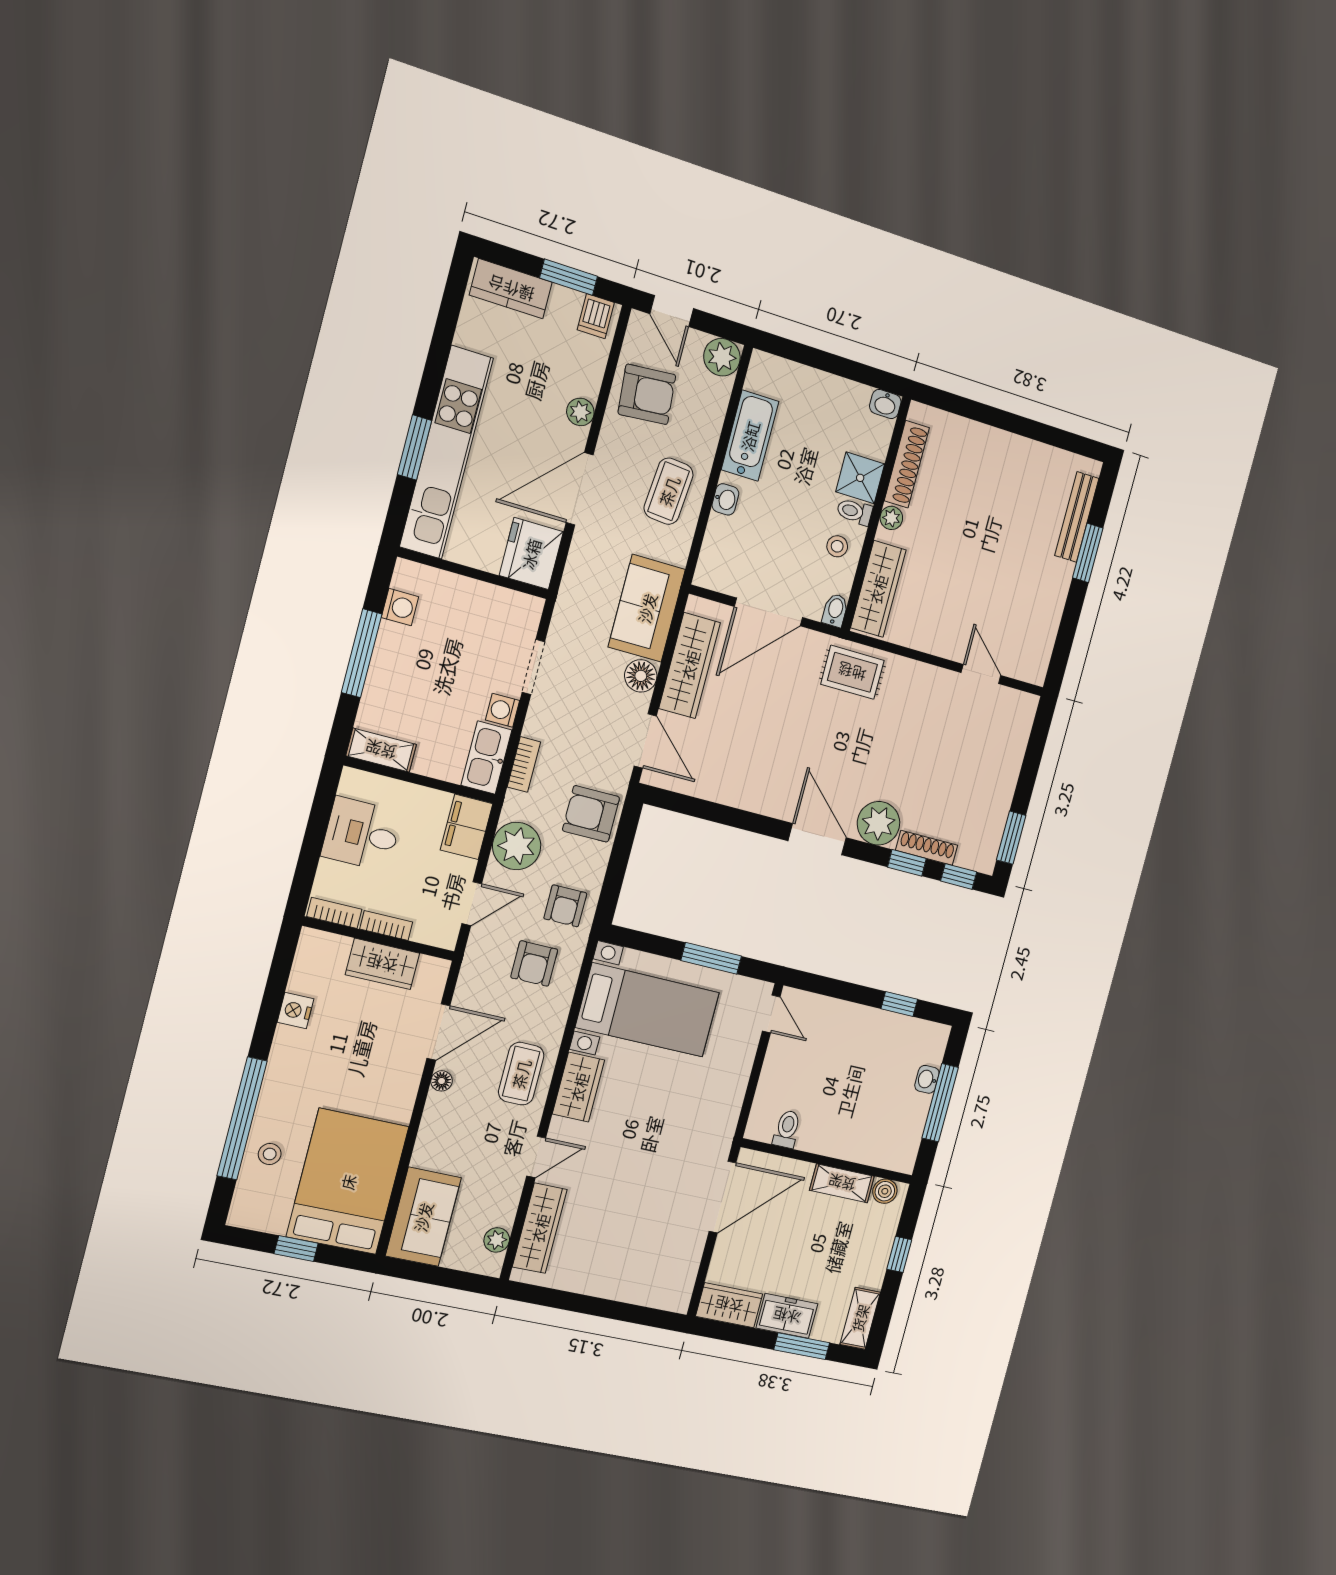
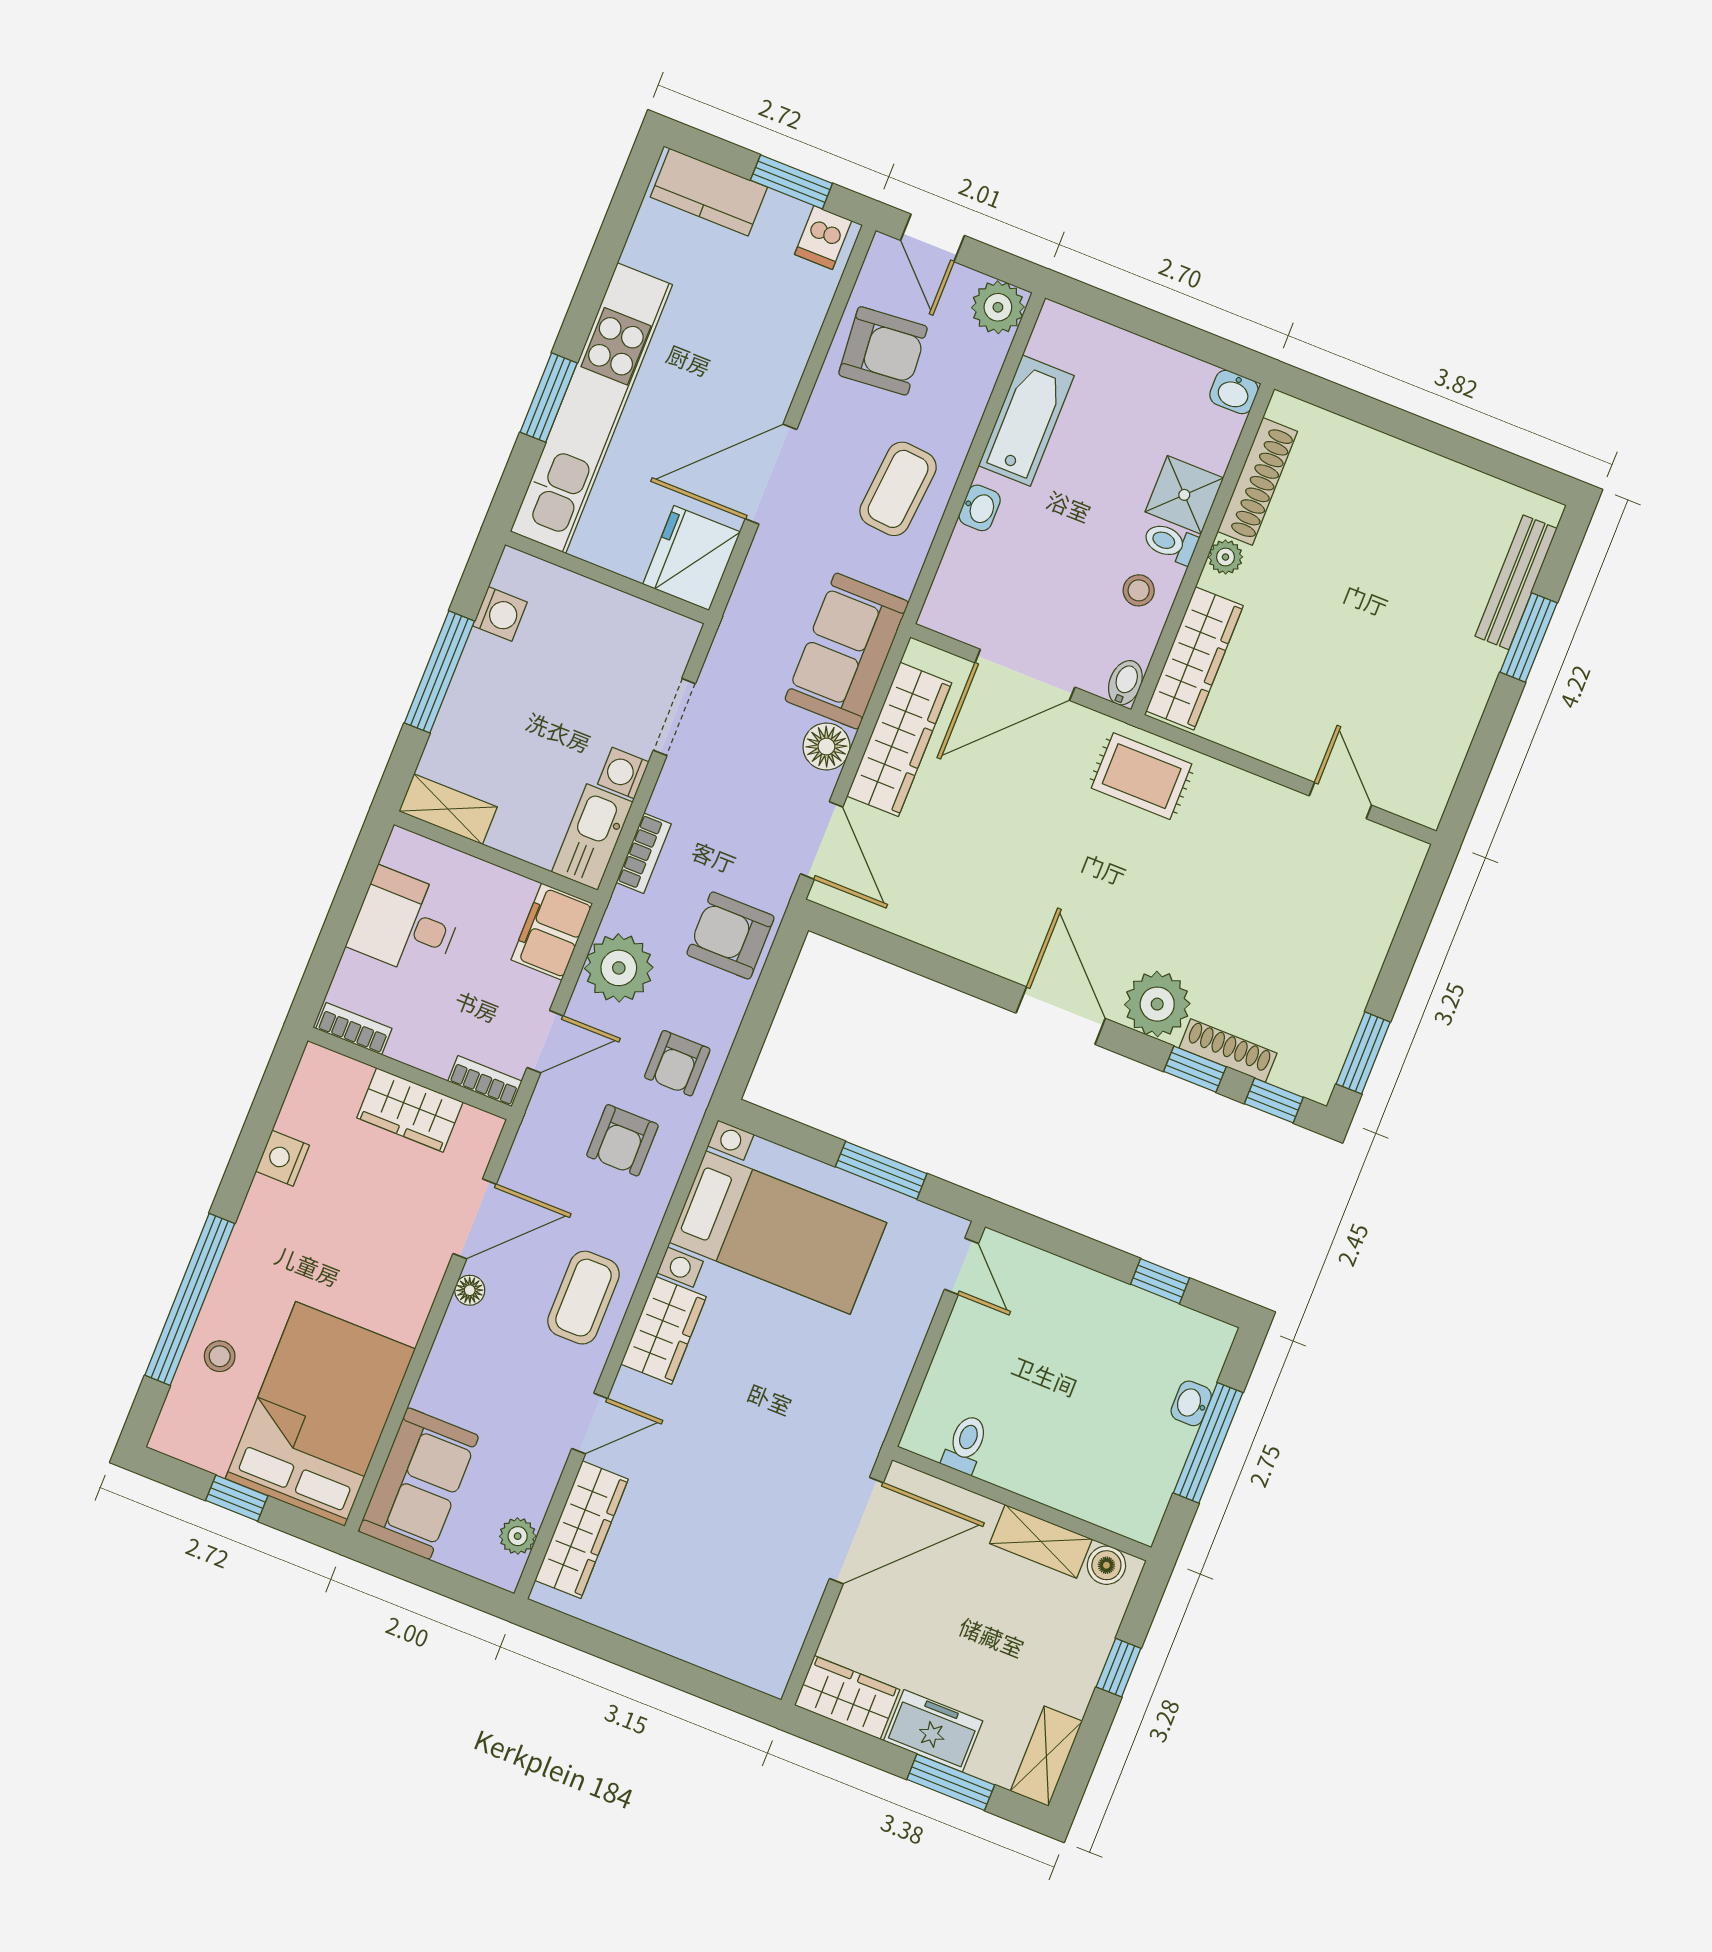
plant: (580, 412) -> (785, 368), removed
bookcase: (386, 925) -> (485, 1081), moved

